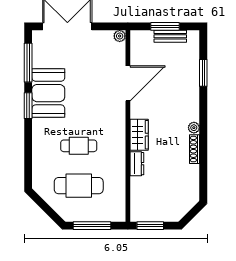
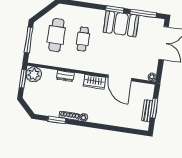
window: (203, 73) -> (57, 120), moved
wardrobe: (139, 135) -> (94, 82), moved
plant: (141, 210) -> (34, 74), added

